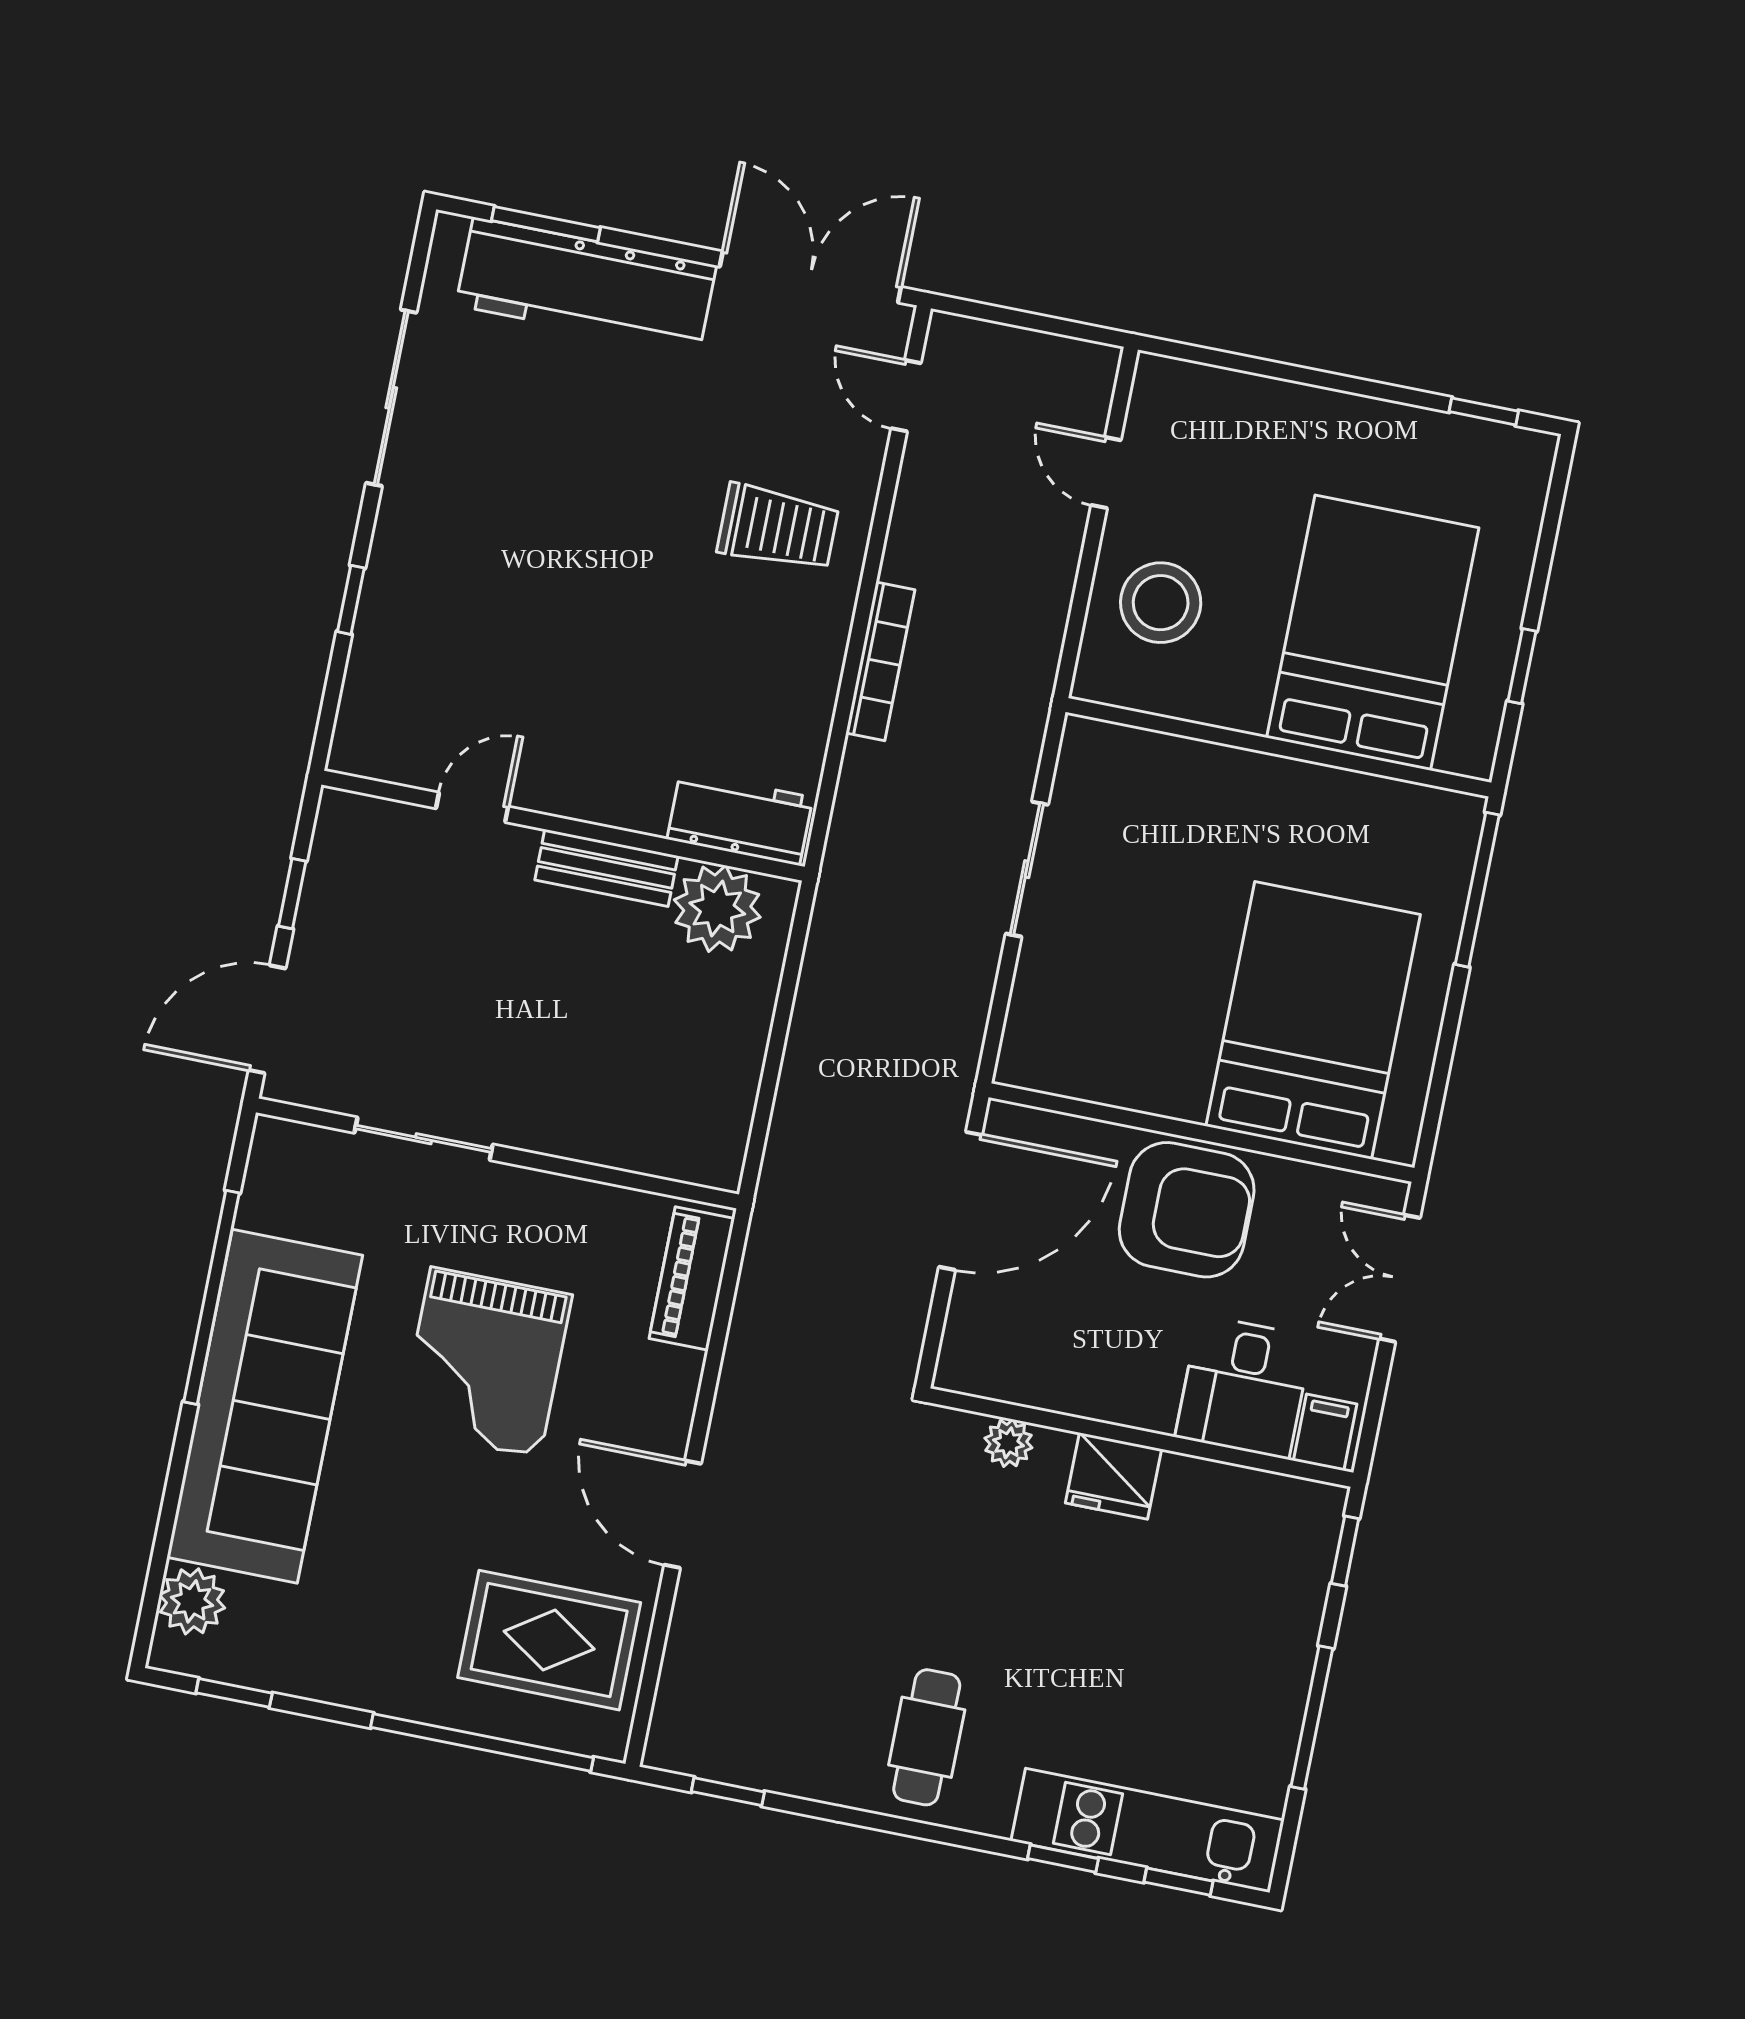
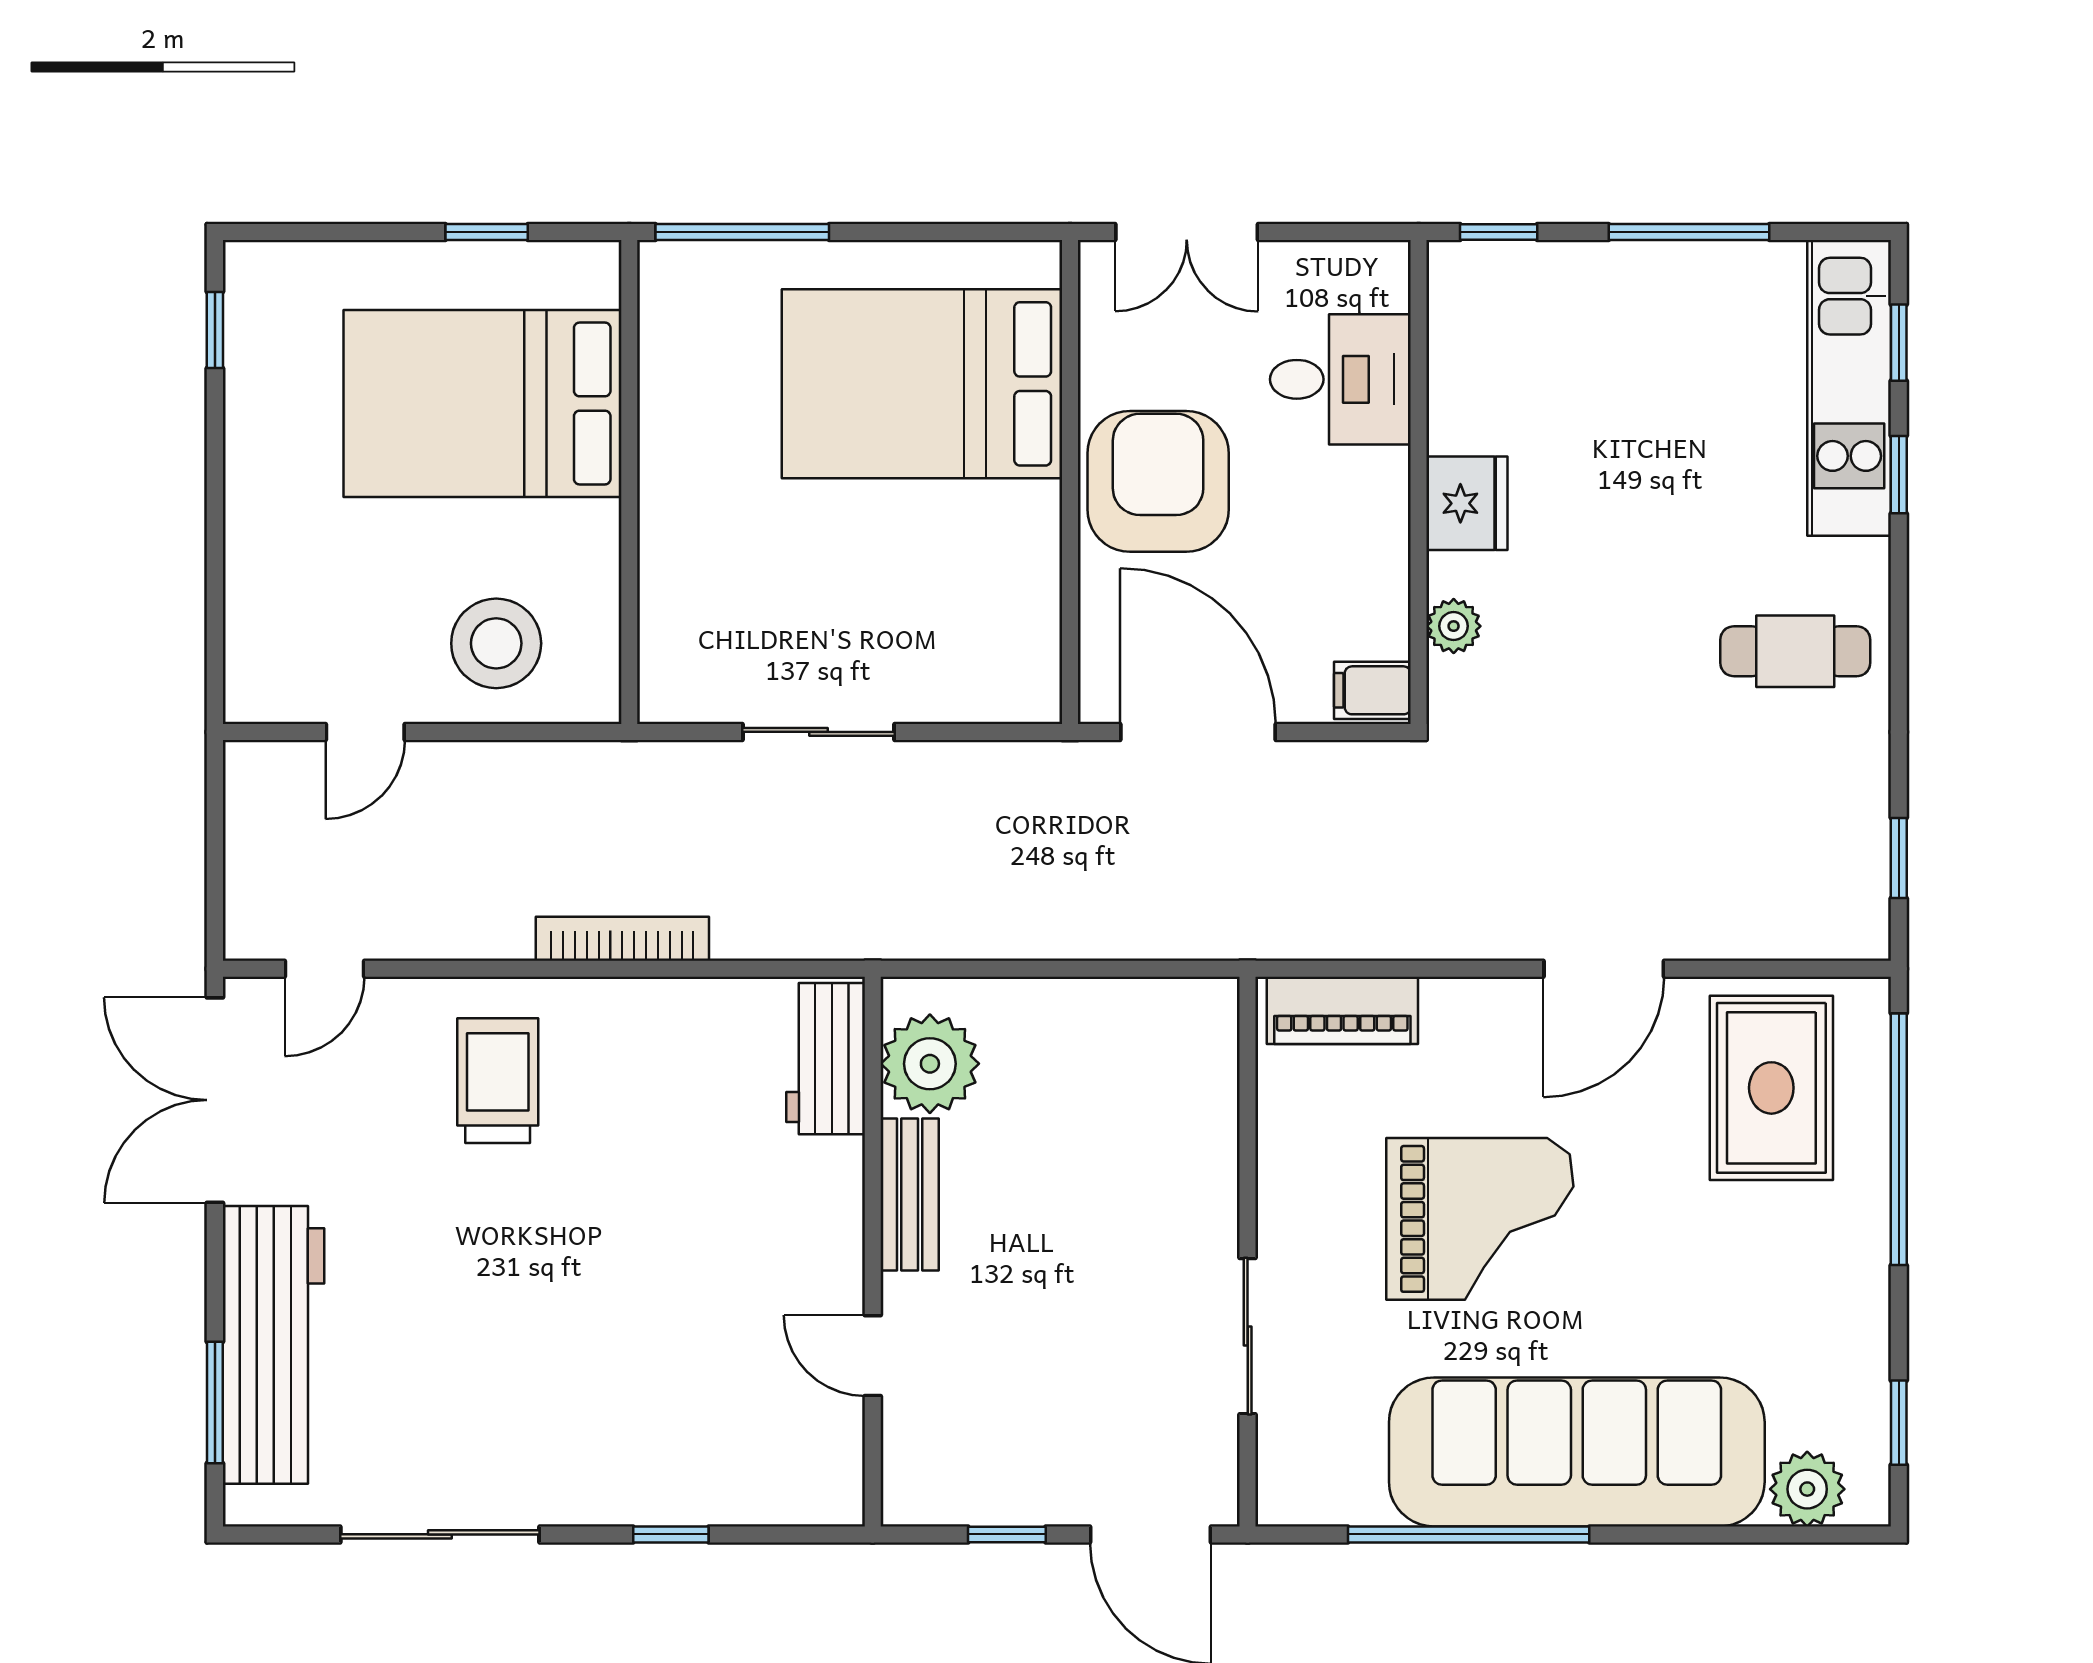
filing cabinet: (1325, 1432) -> (1372, 690), moved

